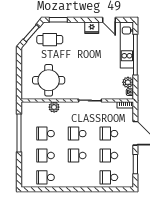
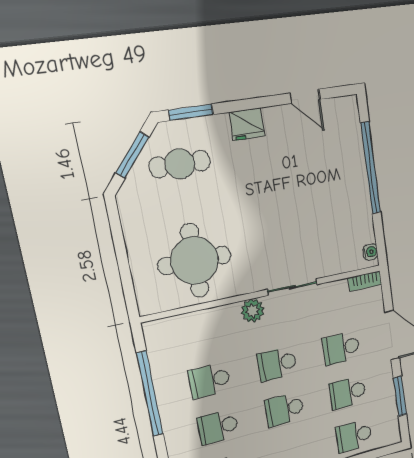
fridge: (92, 28) -> (247, 124), moved
kitchen unit: (127, 45) -> (351, 150), removed
plant: (128, 82) -> (364, 232), removed
plant: (54, 107) -> (253, 311), moved

